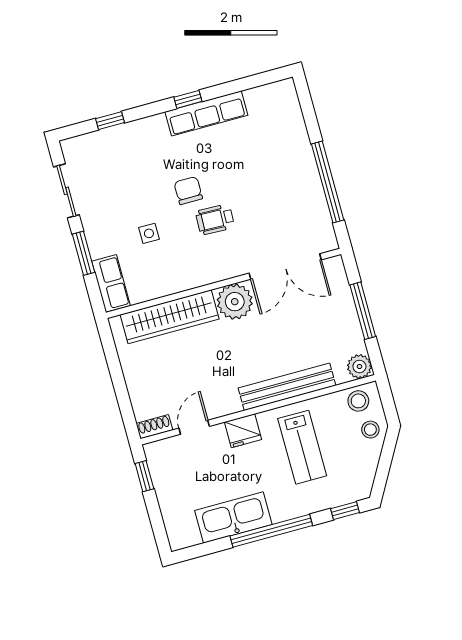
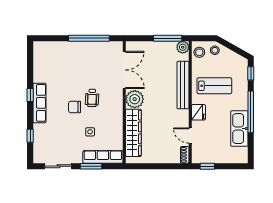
row of seats: (206, 113) -> (39, 103), moved
row of seats: (111, 284) -> (103, 157), width x1.48
window: (363, 311) -> (168, 38), moved

